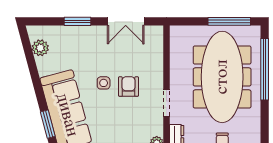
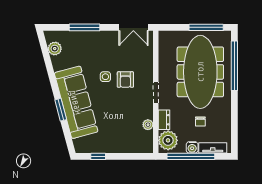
window: (78, 21) -> (85, 27), width x1.44
double door: (126, 21) -> (133, 27), moved
armchair: (129, 87) -> (125, 80), turned 180

